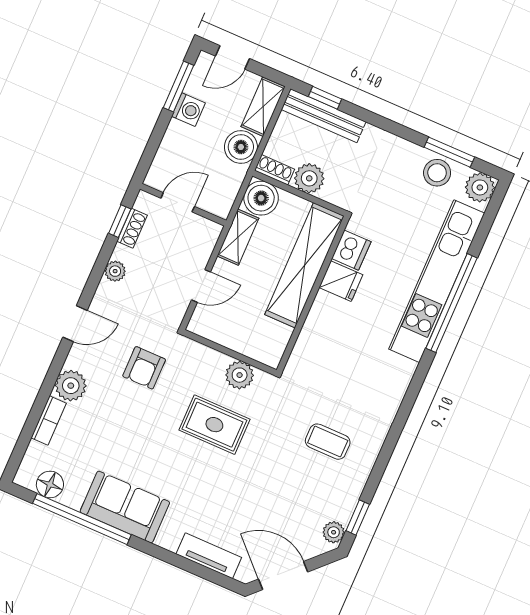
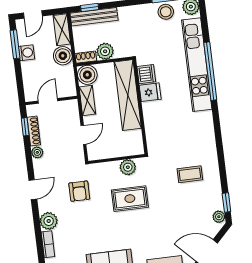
shoe rack: (132, 228) -> (34, 131), width x1.43

